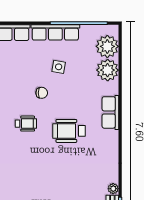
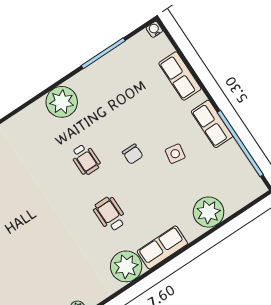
row of seats: (55, 32) -> (212, 124), width x0.68
plant: (107, 46) -> (126, 266), moved
wheelchair: (69, 131) -> (110, 214), width x0.73, depth x0.73

